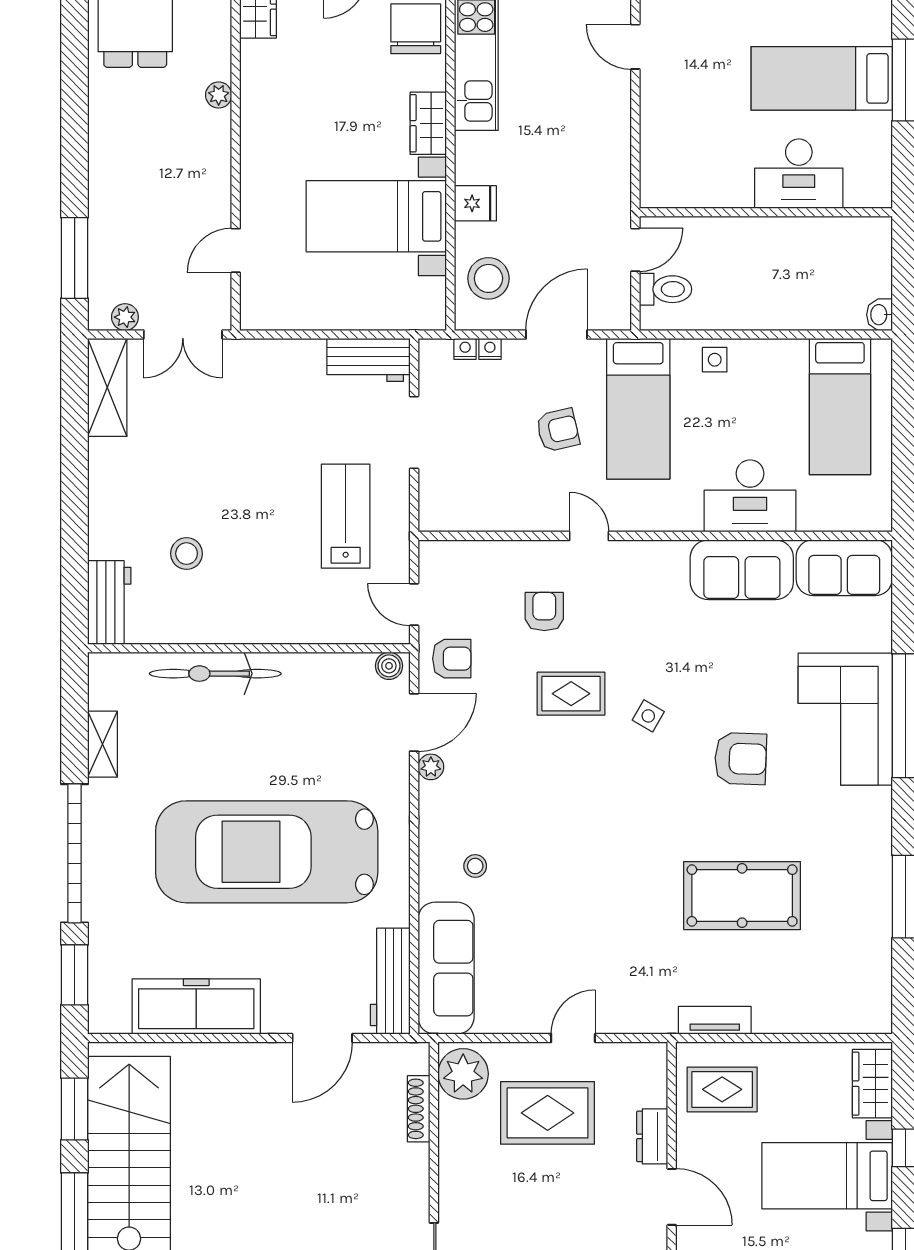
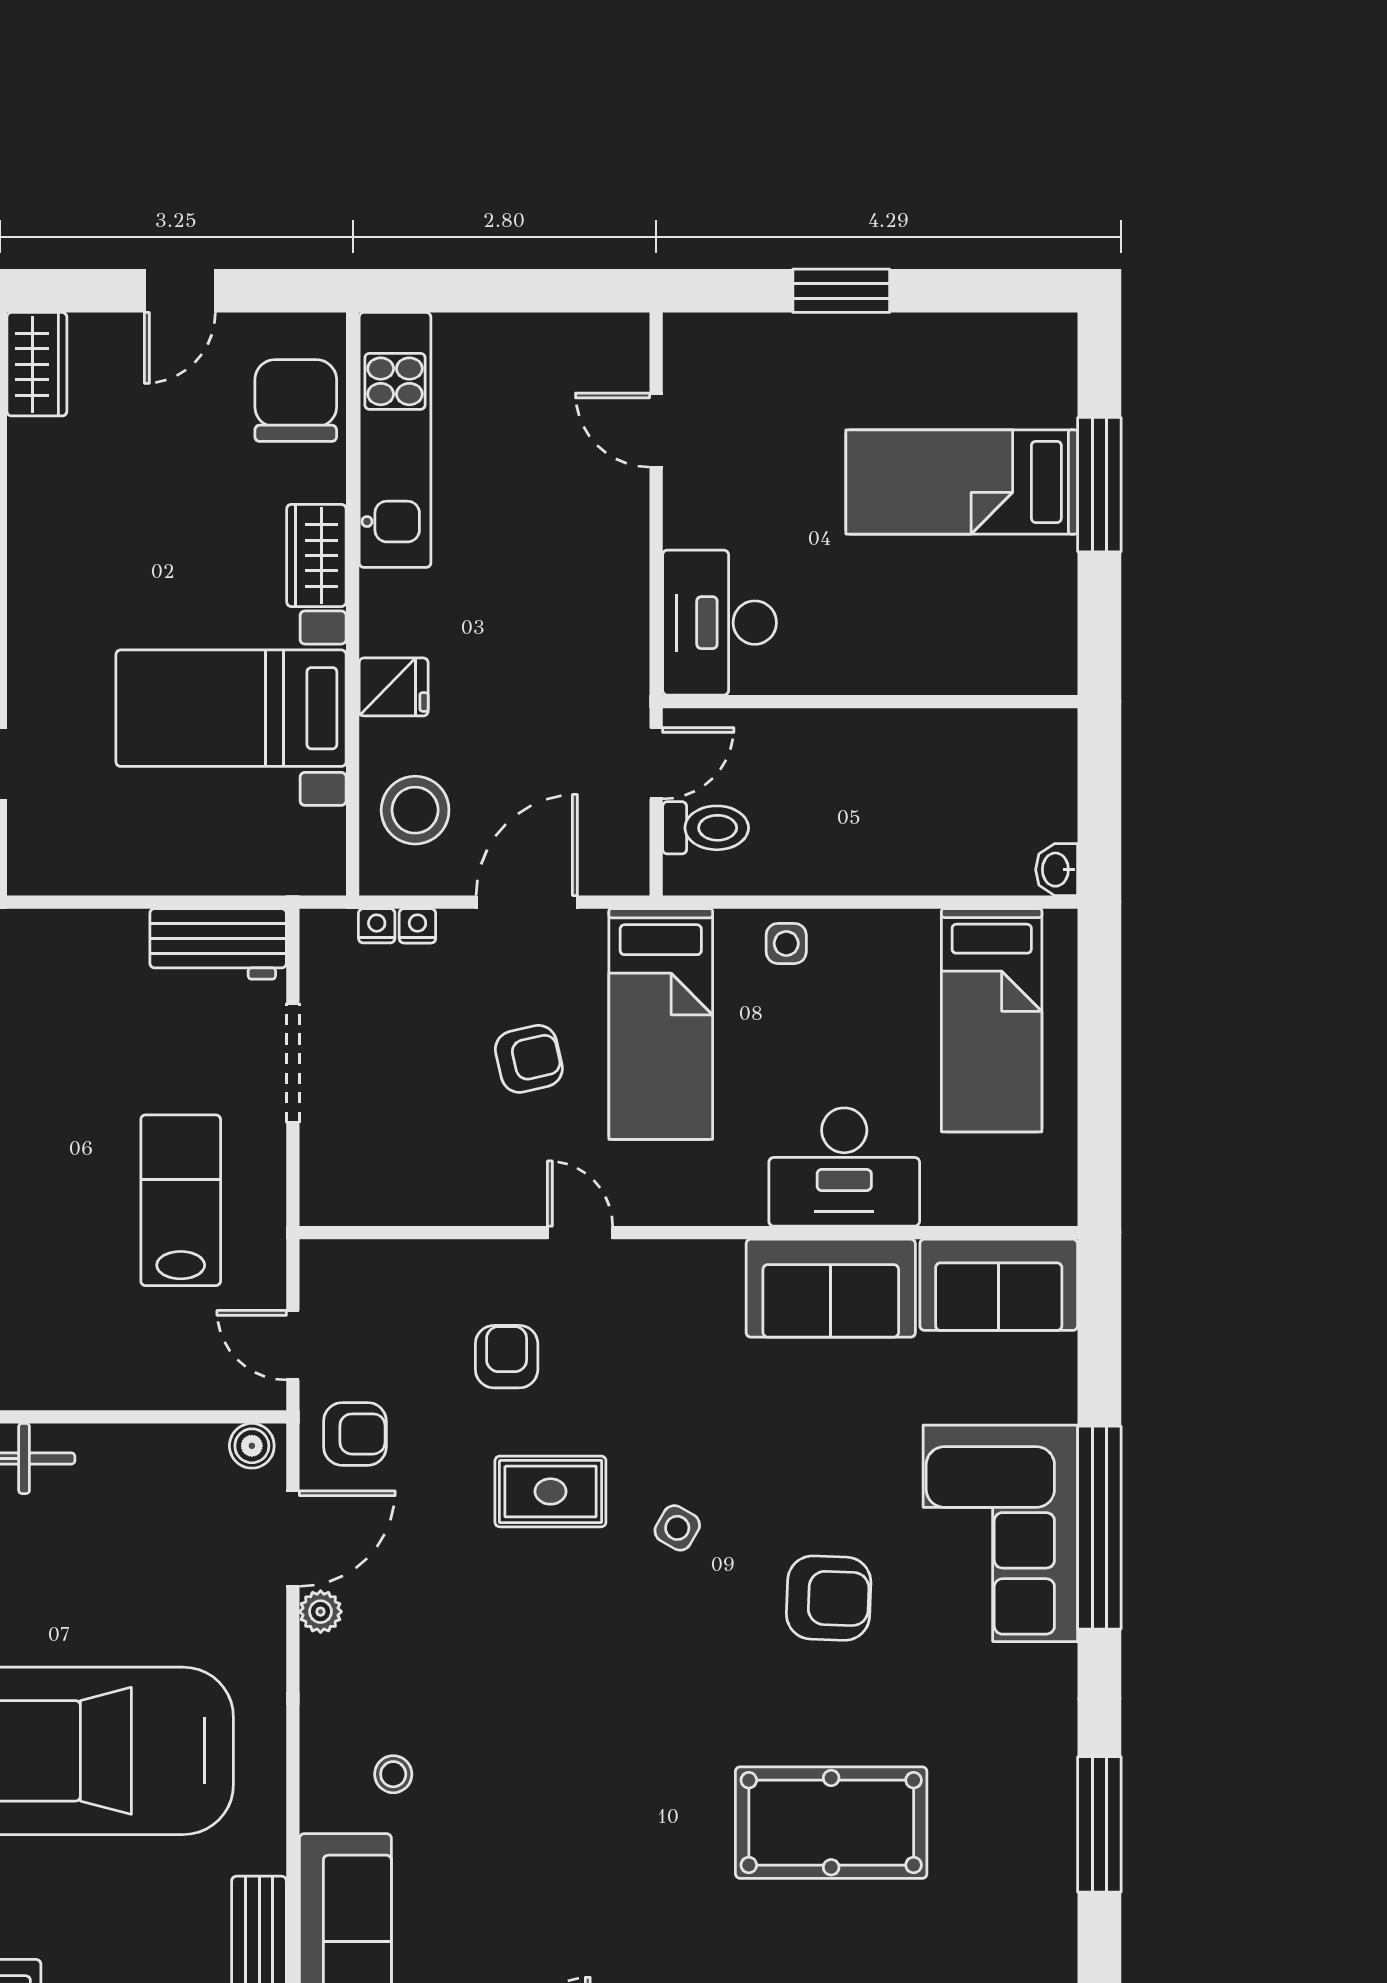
desk: (799, 174) -> (719, 623), moved, turned 90

